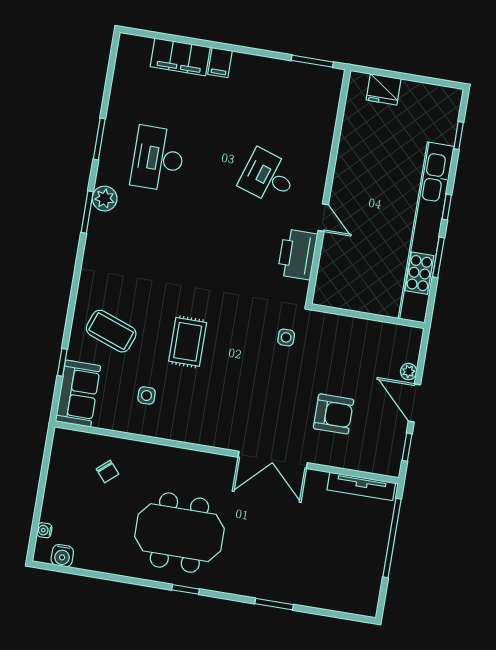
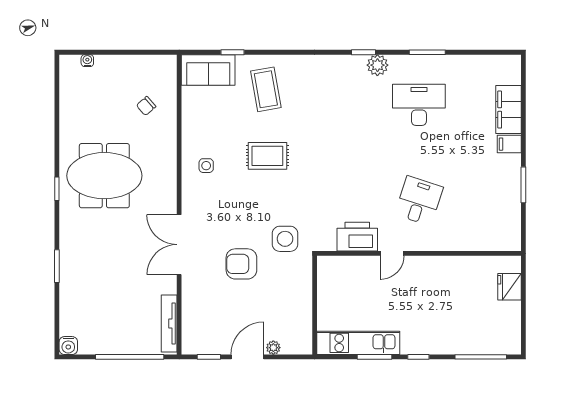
window: (312, 61) -> (523, 185), moved
window: (459, 136) -> (481, 357), width x2.17
window: (87, 212) -> (364, 52), width x0.67
kitchen unit: (426, 232) -> (358, 343), width x0.54
coffee table: (111, 331) -> (266, 89), turned -30
side table: (286, 337) -> (285, 239), width x1.87, depth x1.87
side table: (147, 395) -> (206, 166), moved
armchair: (334, 414) -> (241, 264), moved, turned 90
meeting table: (179, 533) -> (104, 176), turned 90
water cooler: (62, 556) -> (68, 346), moved, turned -90

